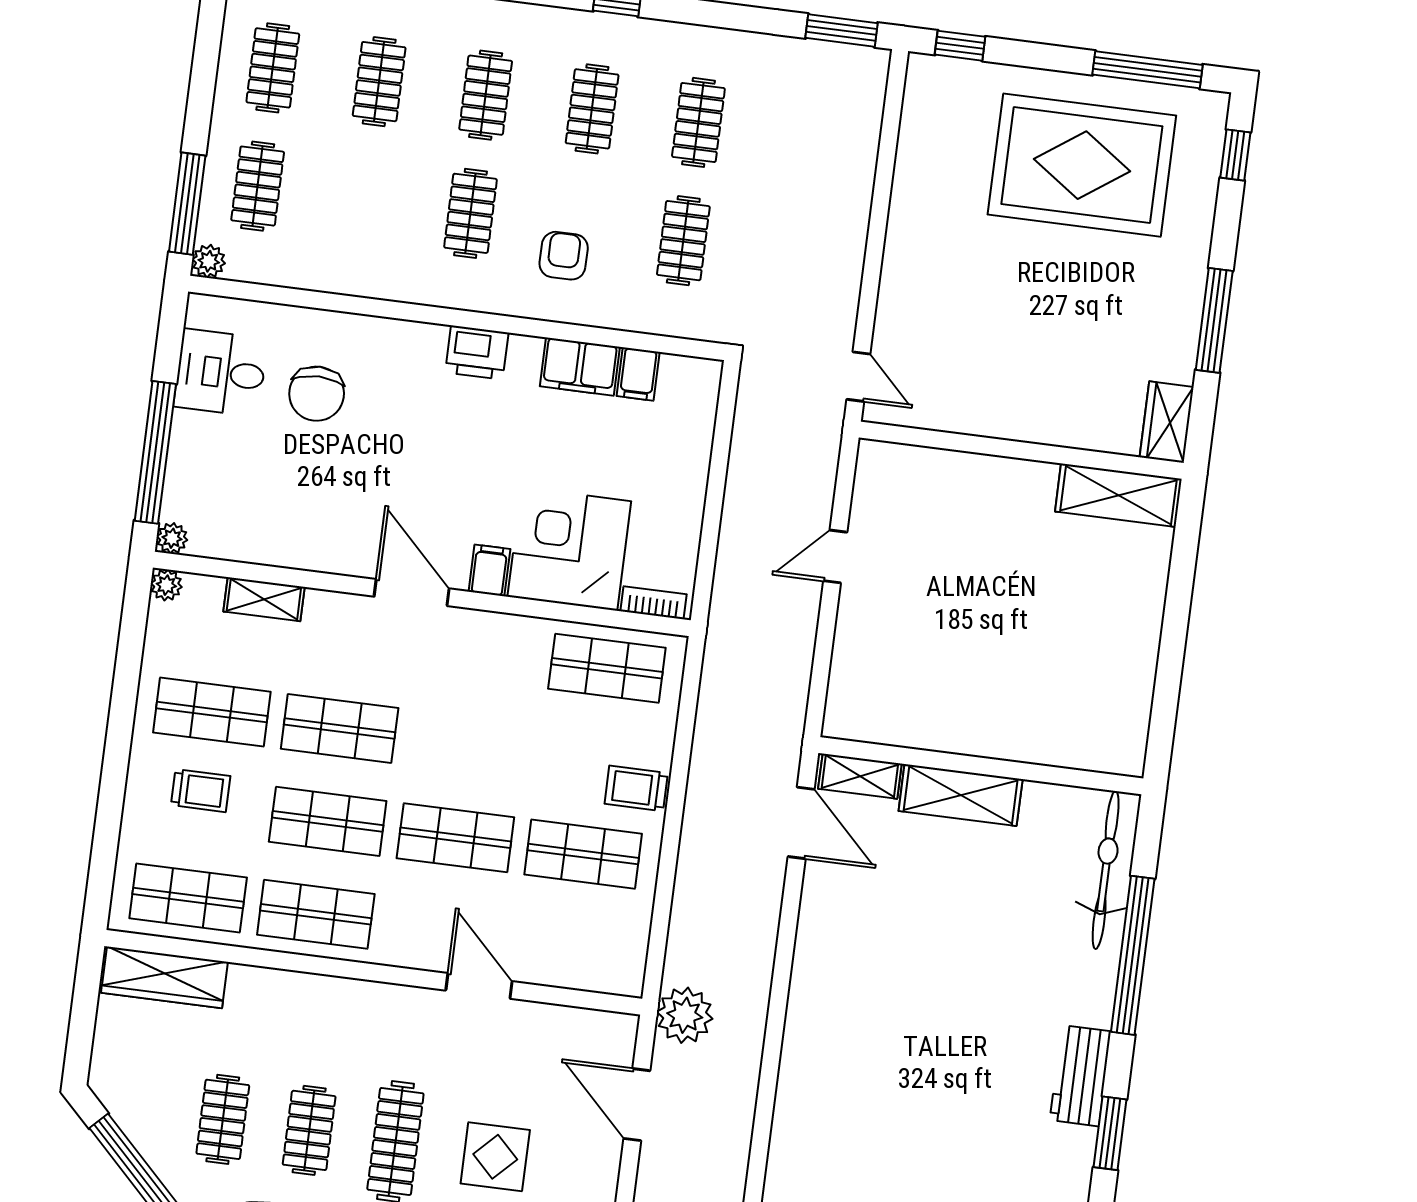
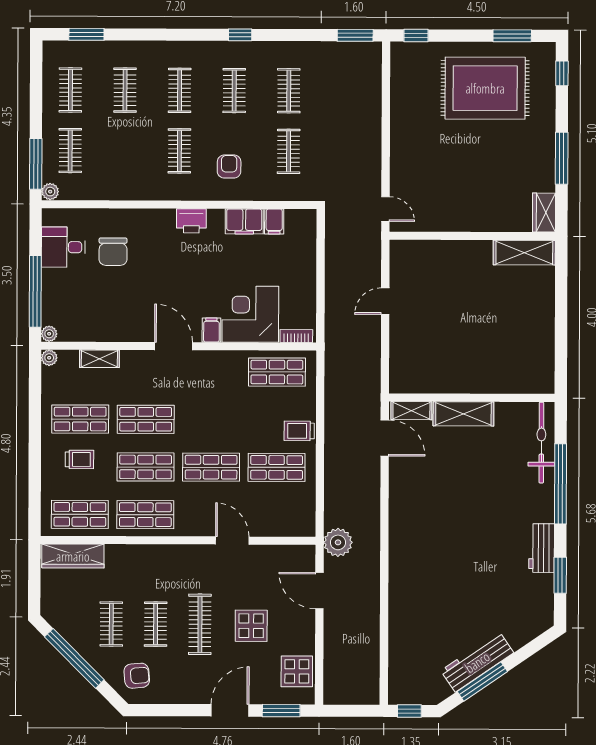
window: (1147, 70) -> (512, 36), width x0.69

